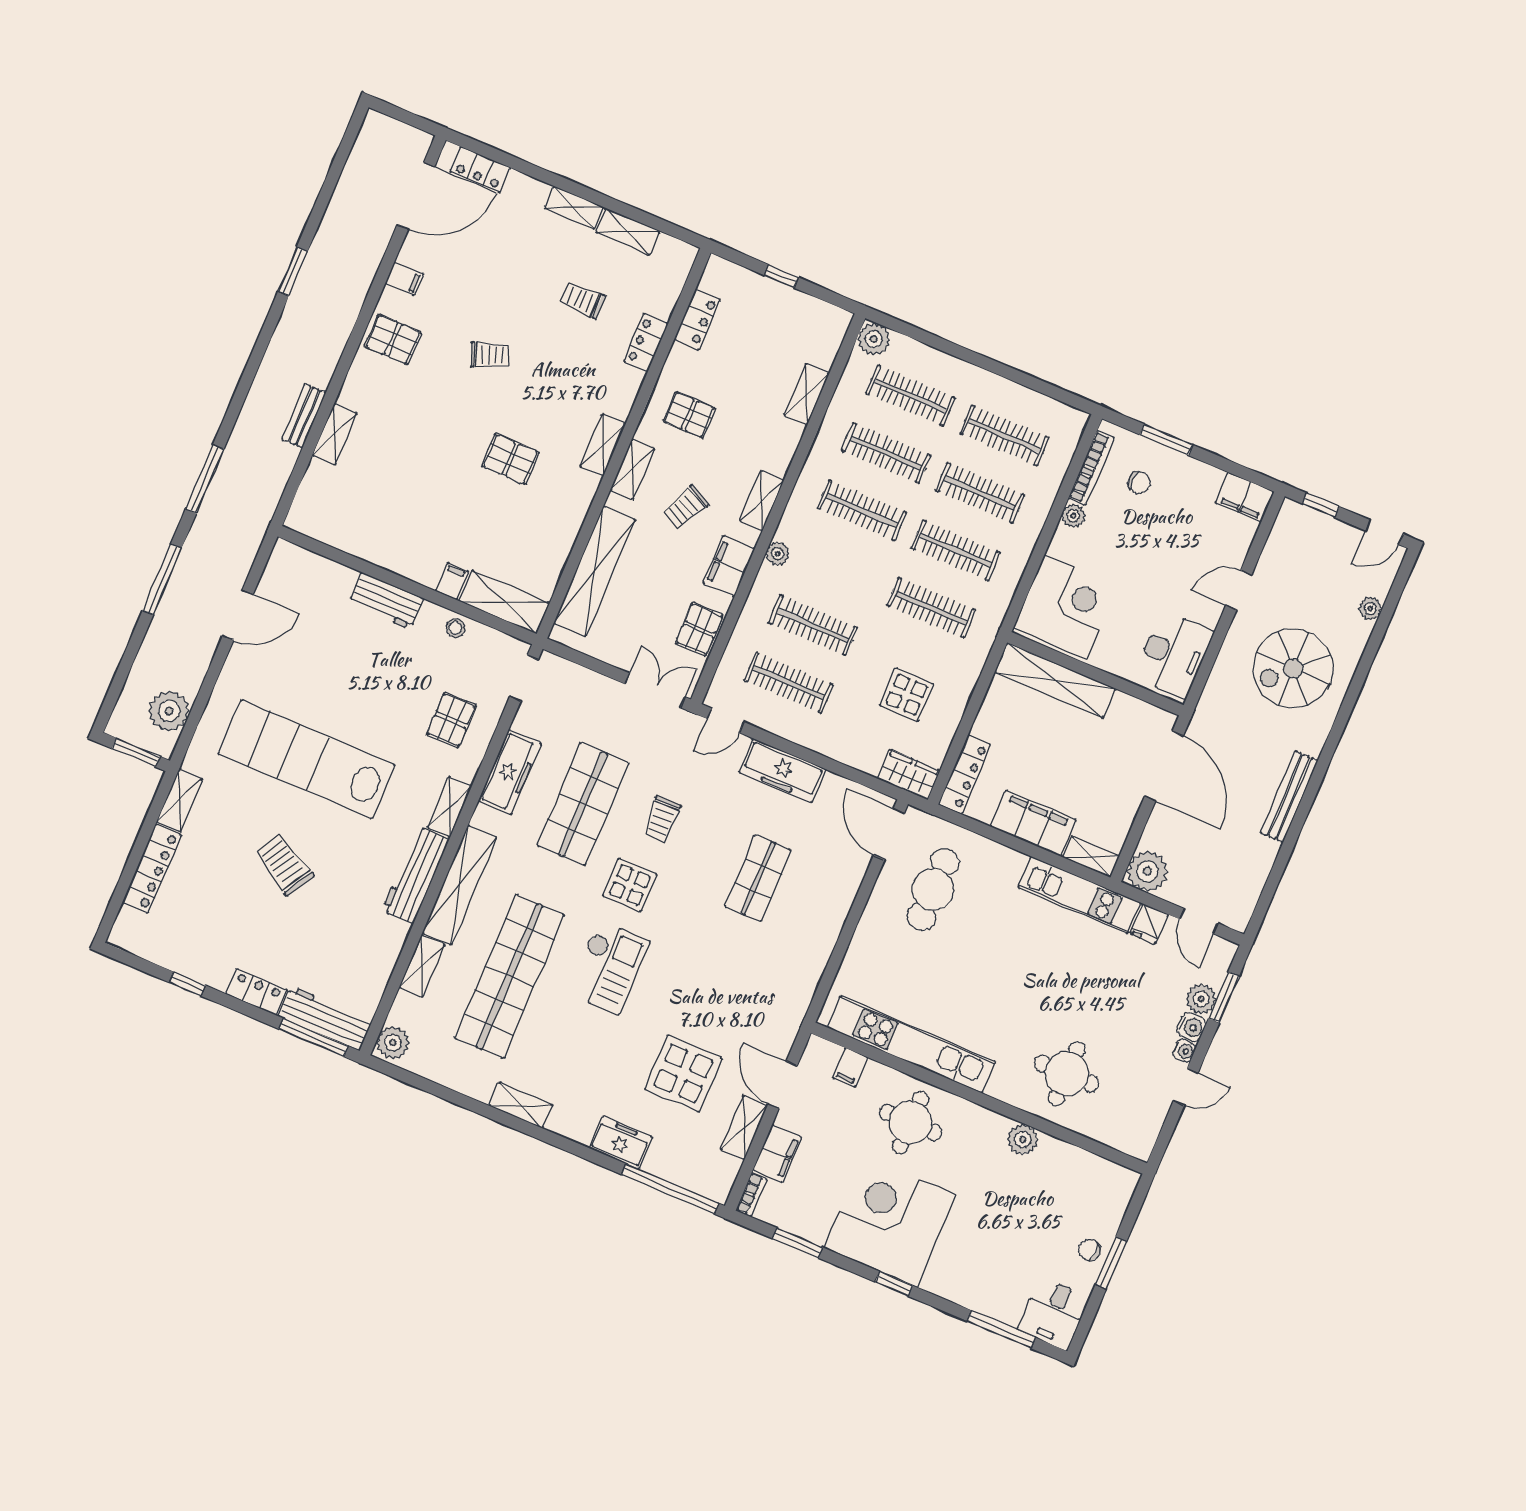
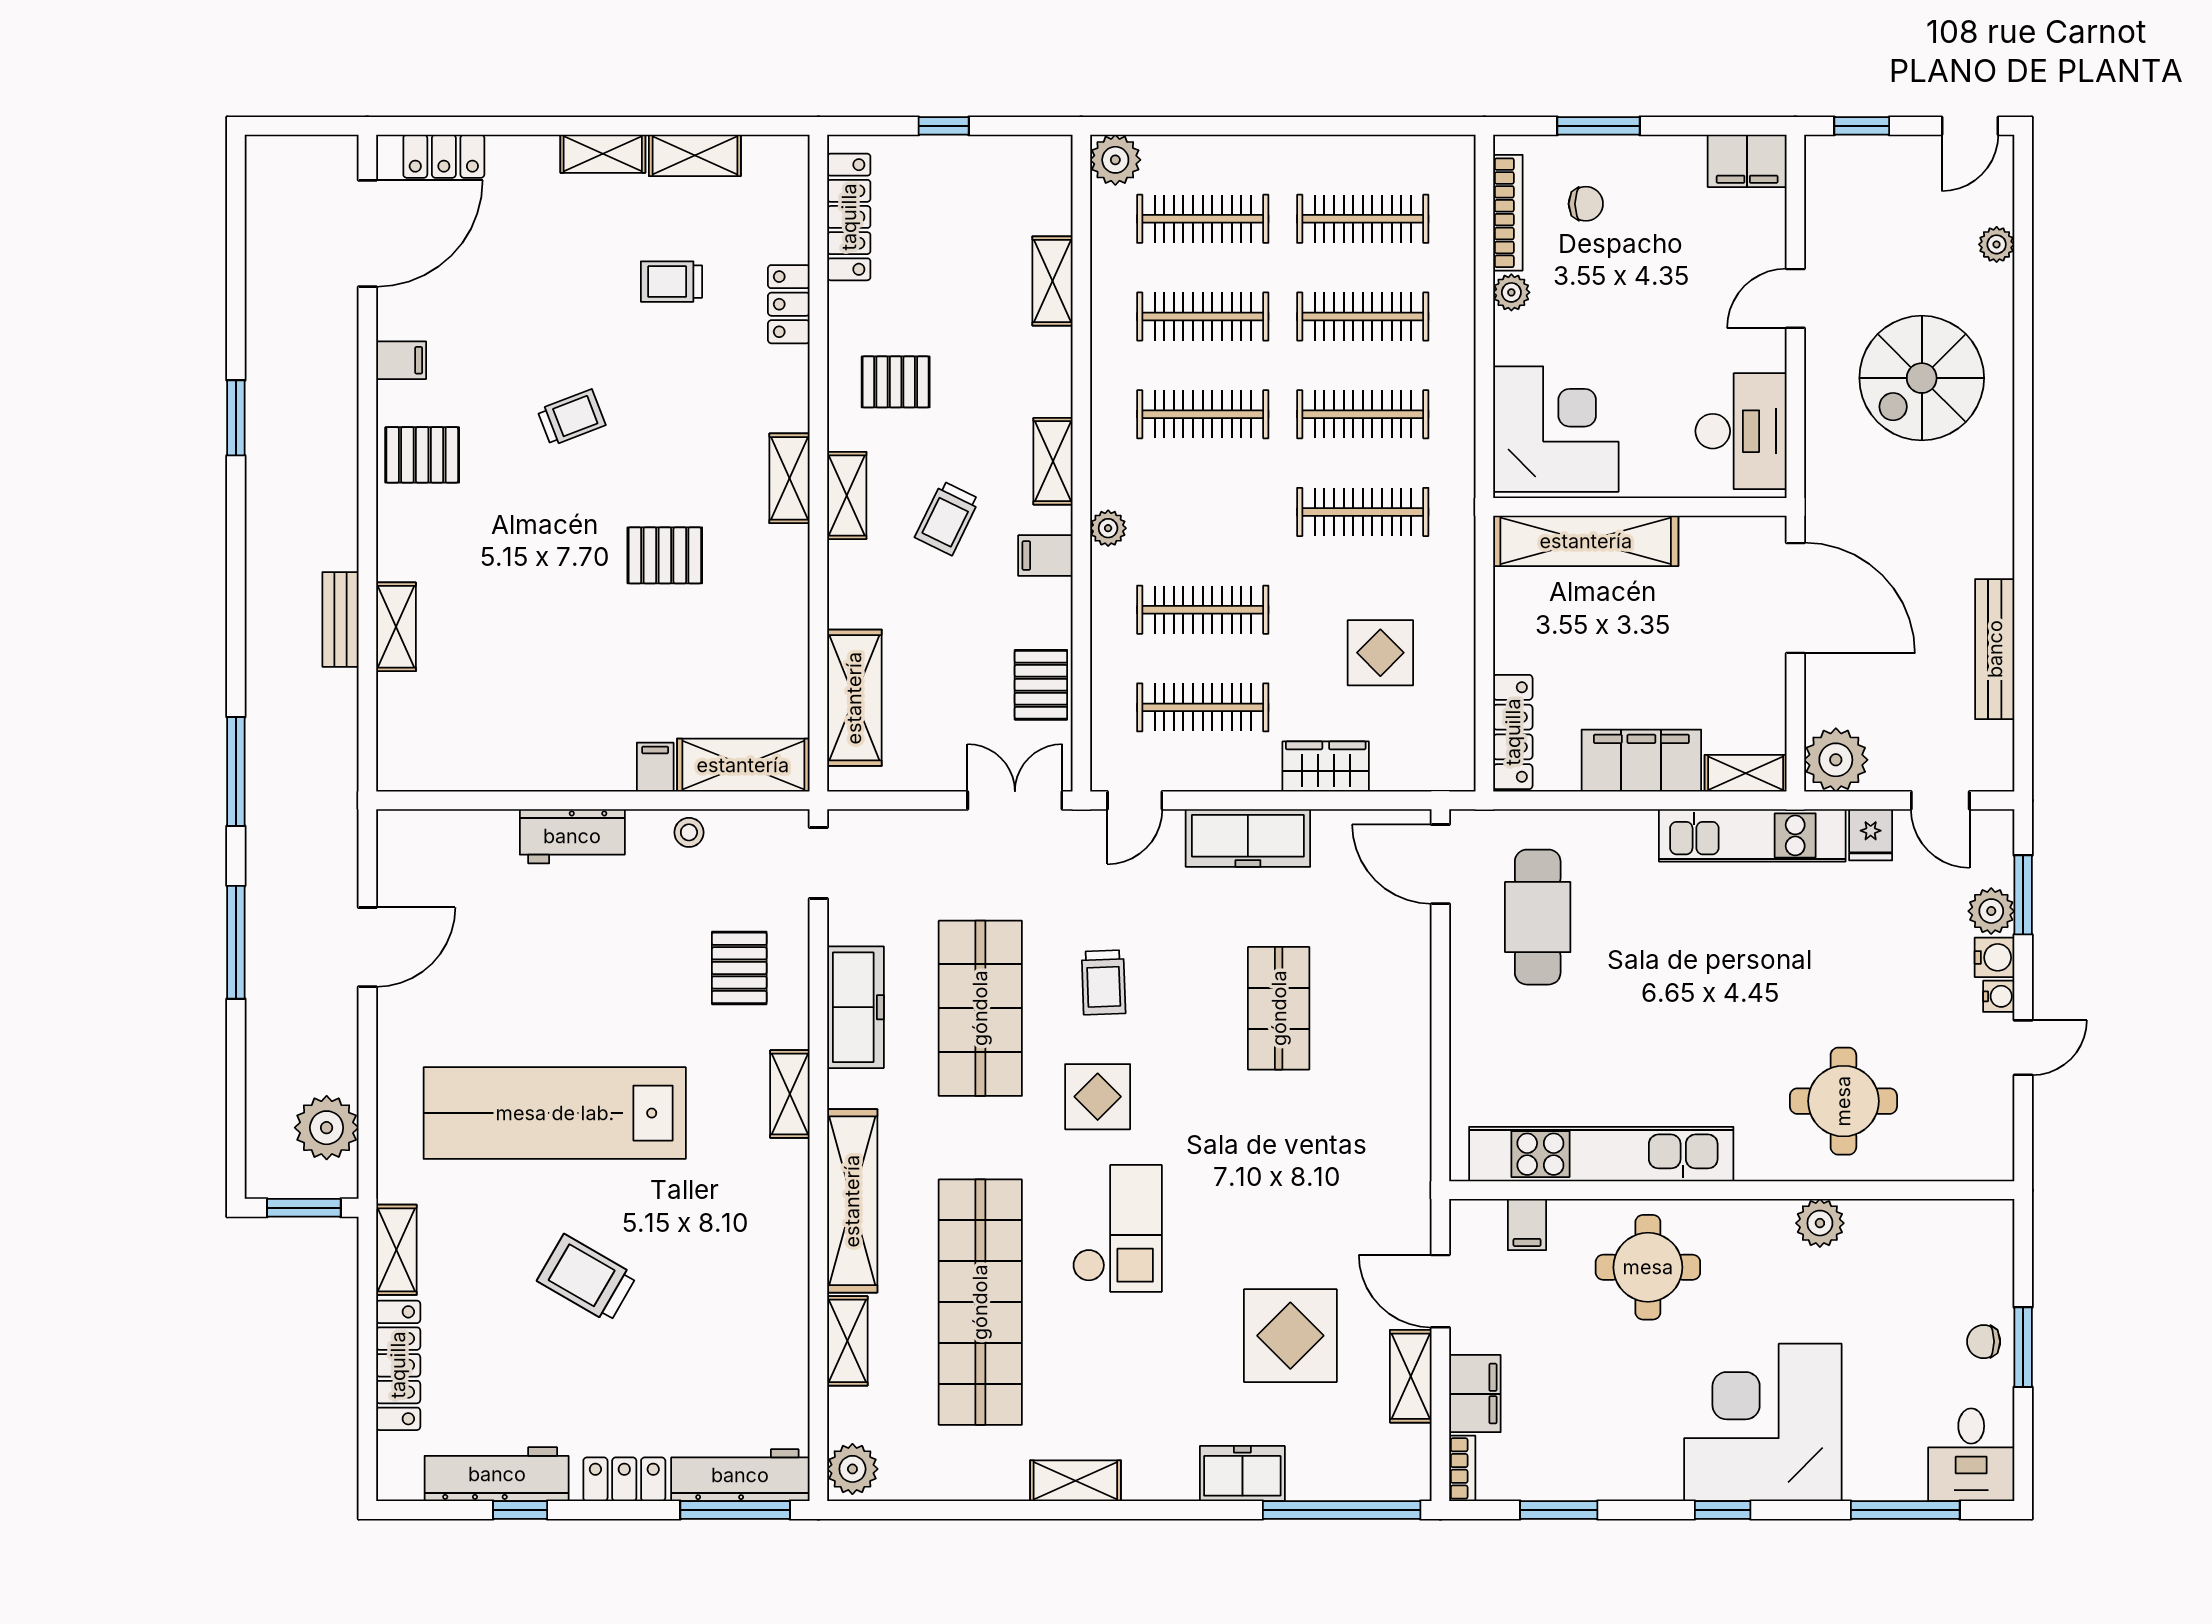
locker: (697, 319) -> (849, 217), width x1.53
filing cabinet: (729, 566) -> (1045, 556), width x0.50
shelving: (594, 571) -> (854, 698), width x0.68
wardrobe: (909, 775) -> (1326, 767), moved
bench: (1289, 797) -> (1995, 649), moved
workbench: (416, 875) -> (497, 1474), moved, turned 90
corner desk: (890, 1222) -> (1763, 1422), moved

